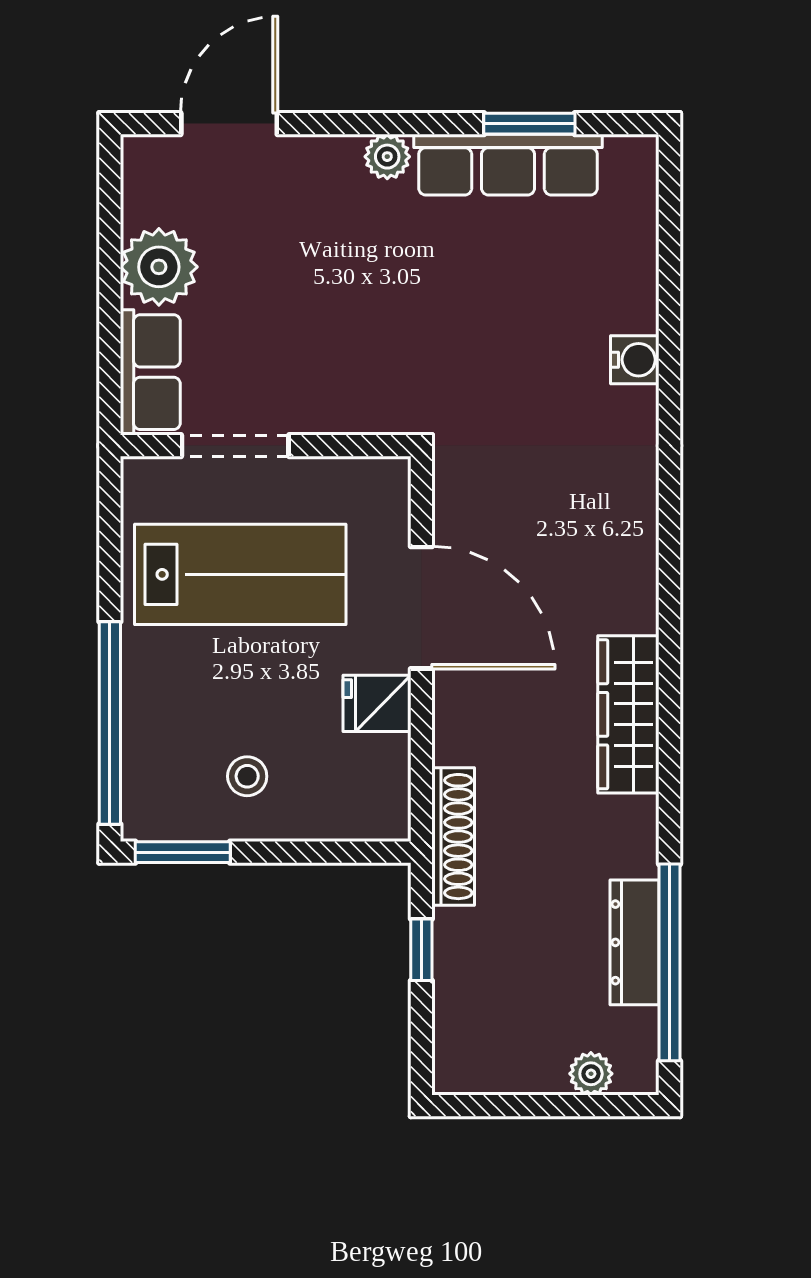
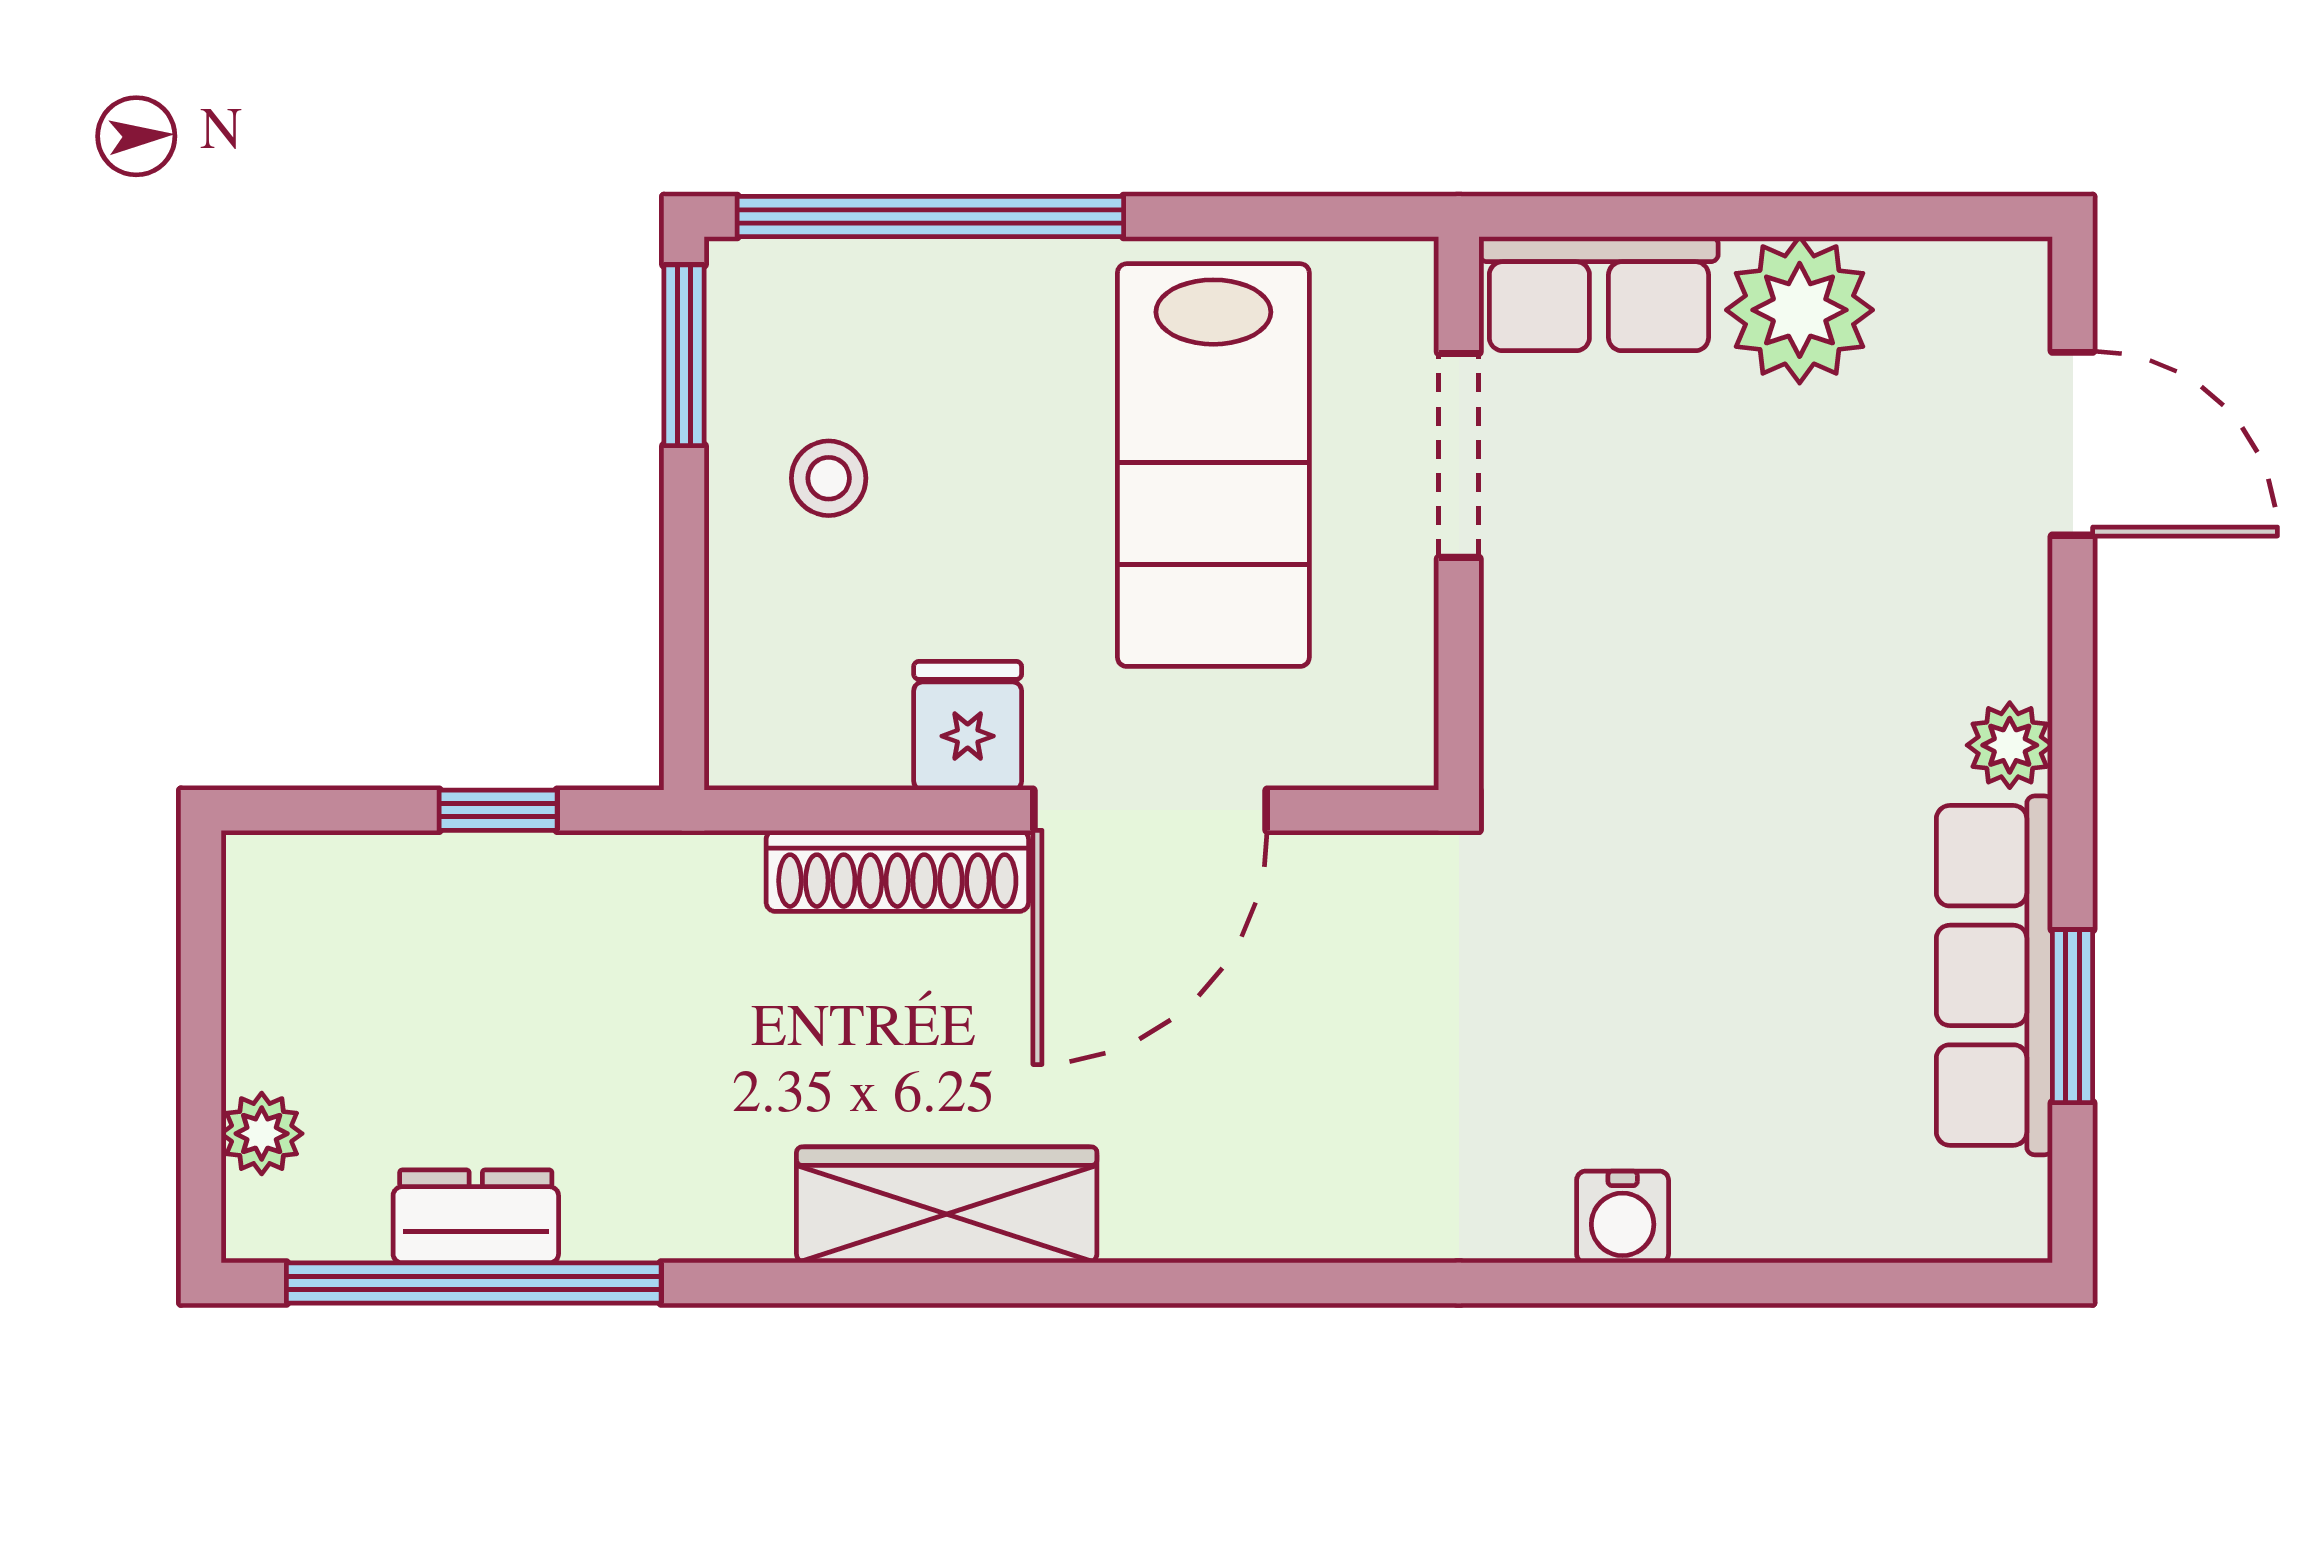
shoe rack: (453, 837) -> (897, 871), moved
dresser: (634, 942) -> (476, 1216), width x0.70

